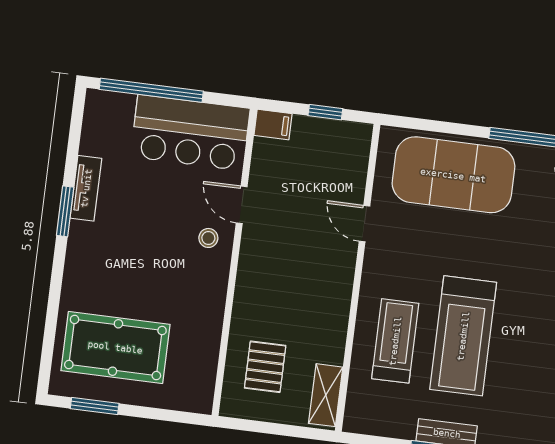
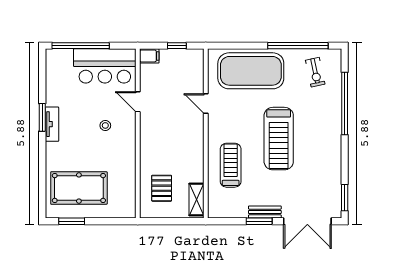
tv unit: (86, 188) -> (52, 124), moved
stool: (208, 238) -> (105, 125), moved
treadmill: (463, 336) -> (279, 139), moved

